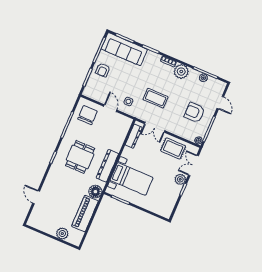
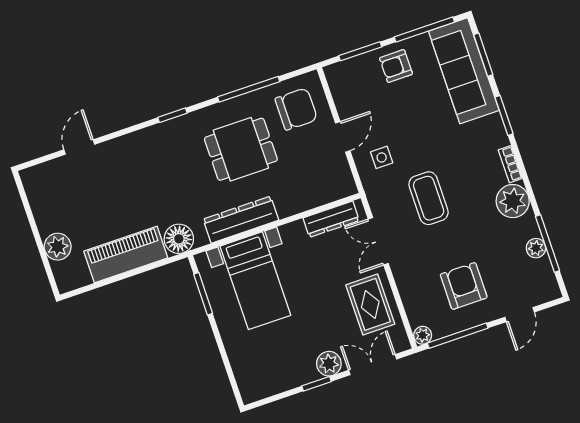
dining table: (80, 157) -> (241, 149), moved

